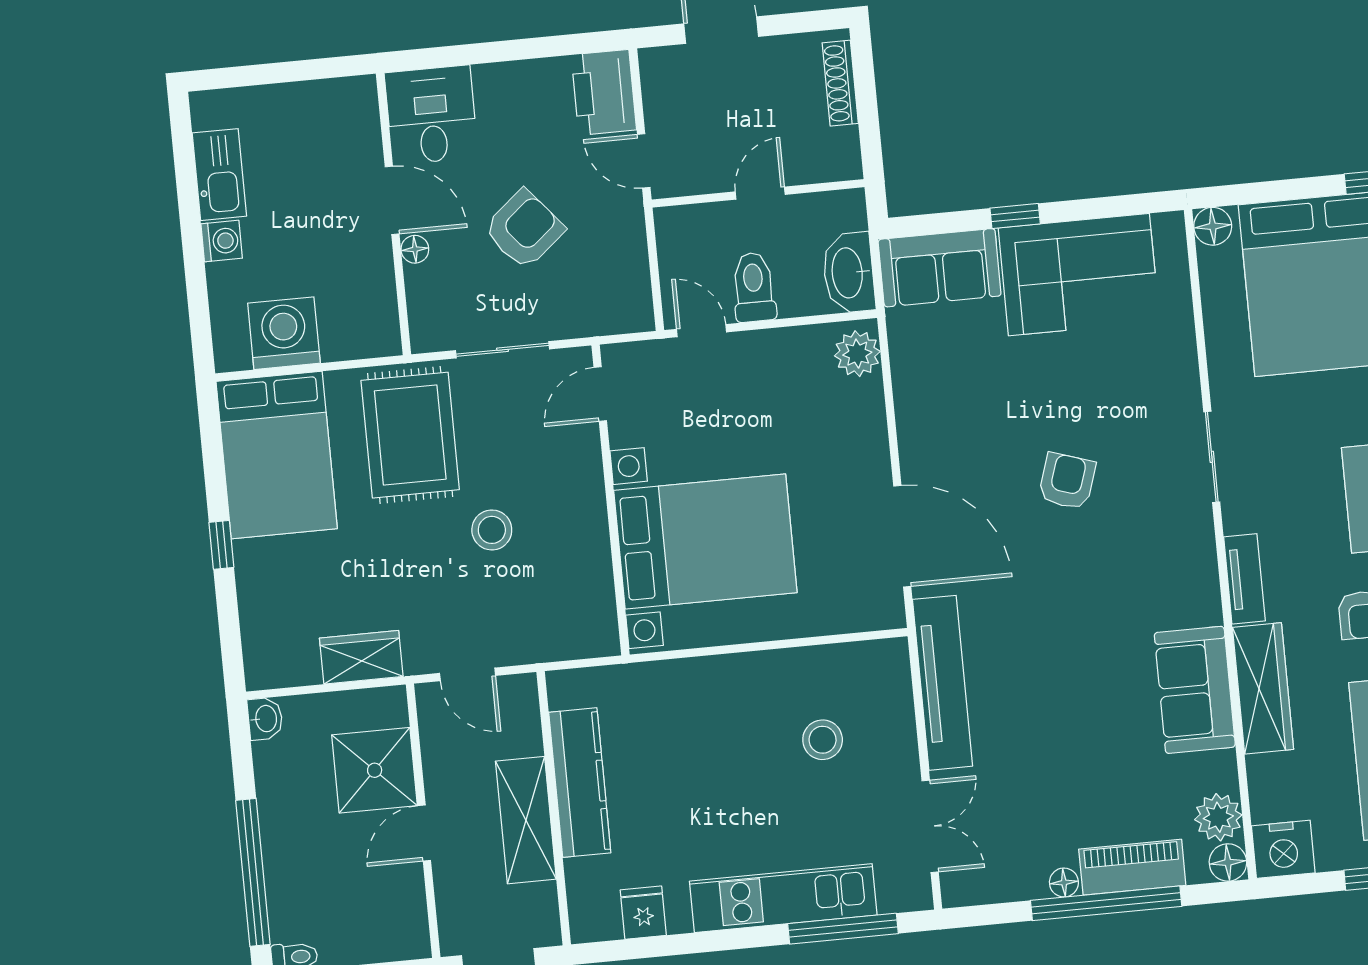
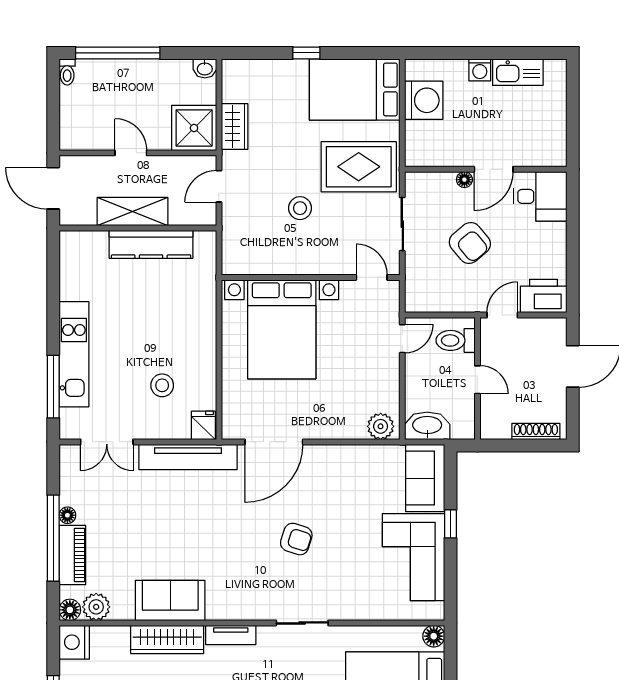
toilet: (754, 287) -> (456, 340), moved, turned 180
shower: (375, 770) -> (194, 128), moved
fridge: (643, 913) -> (203, 425), moved, turned -90

